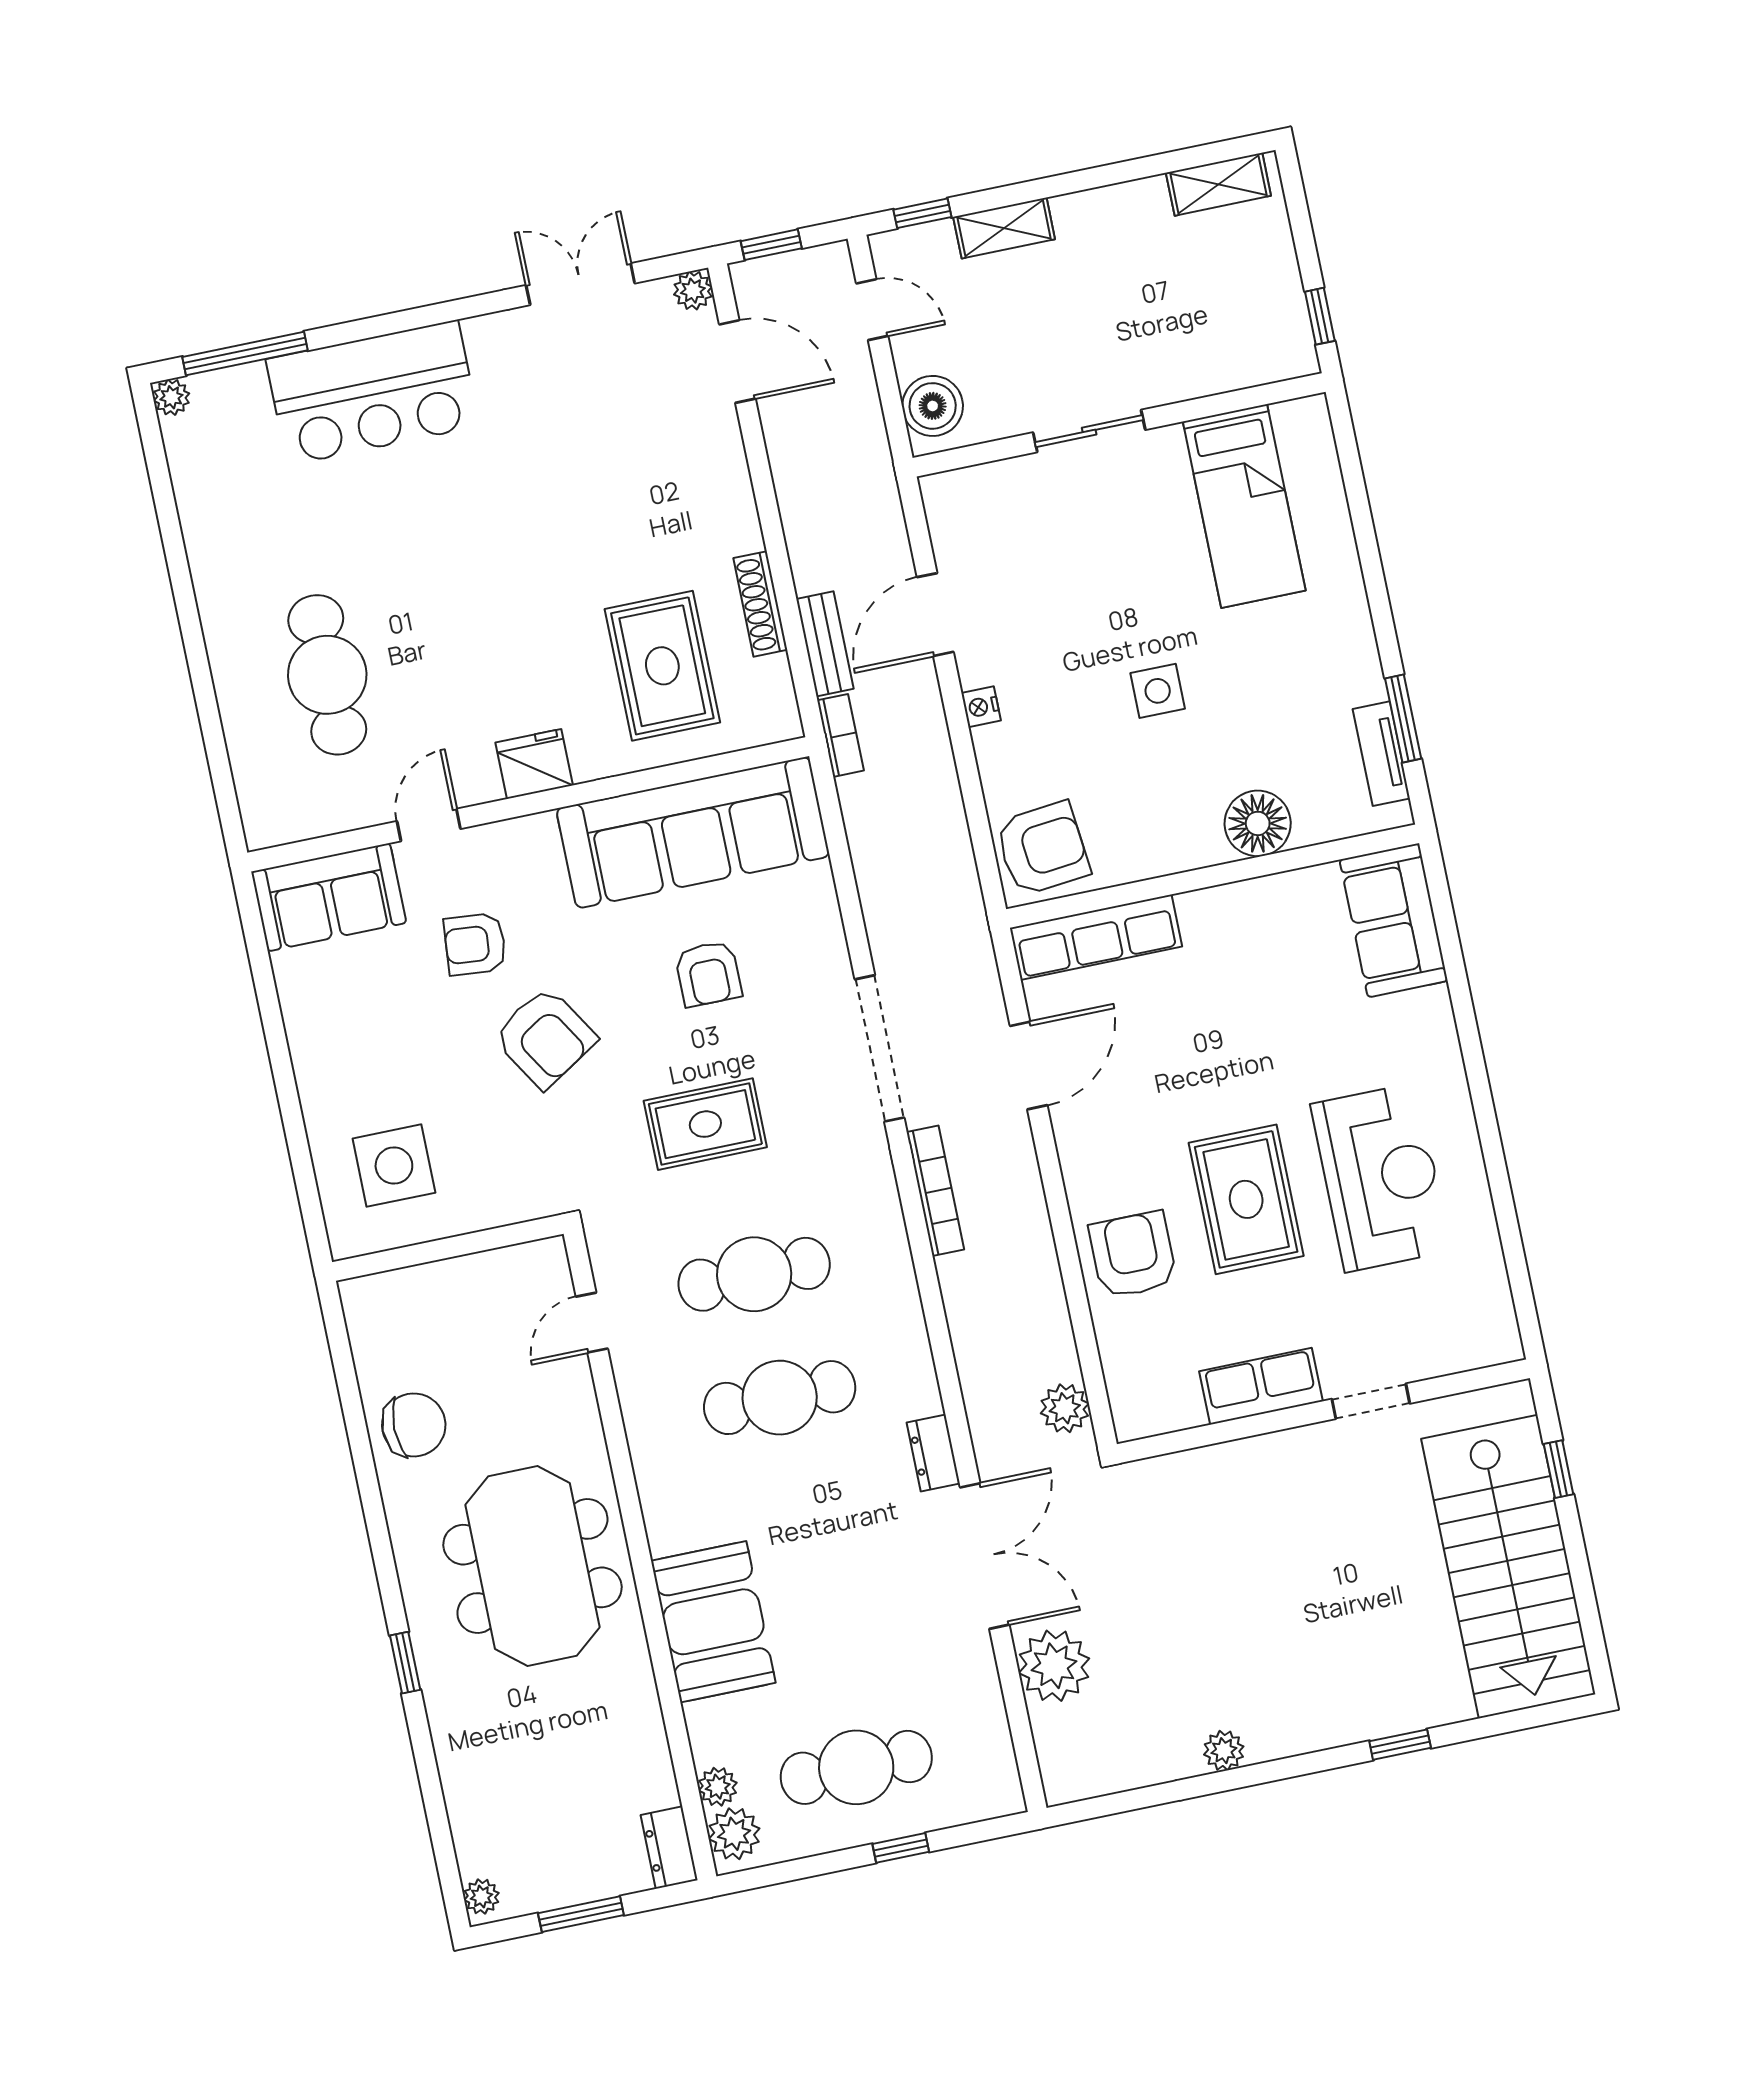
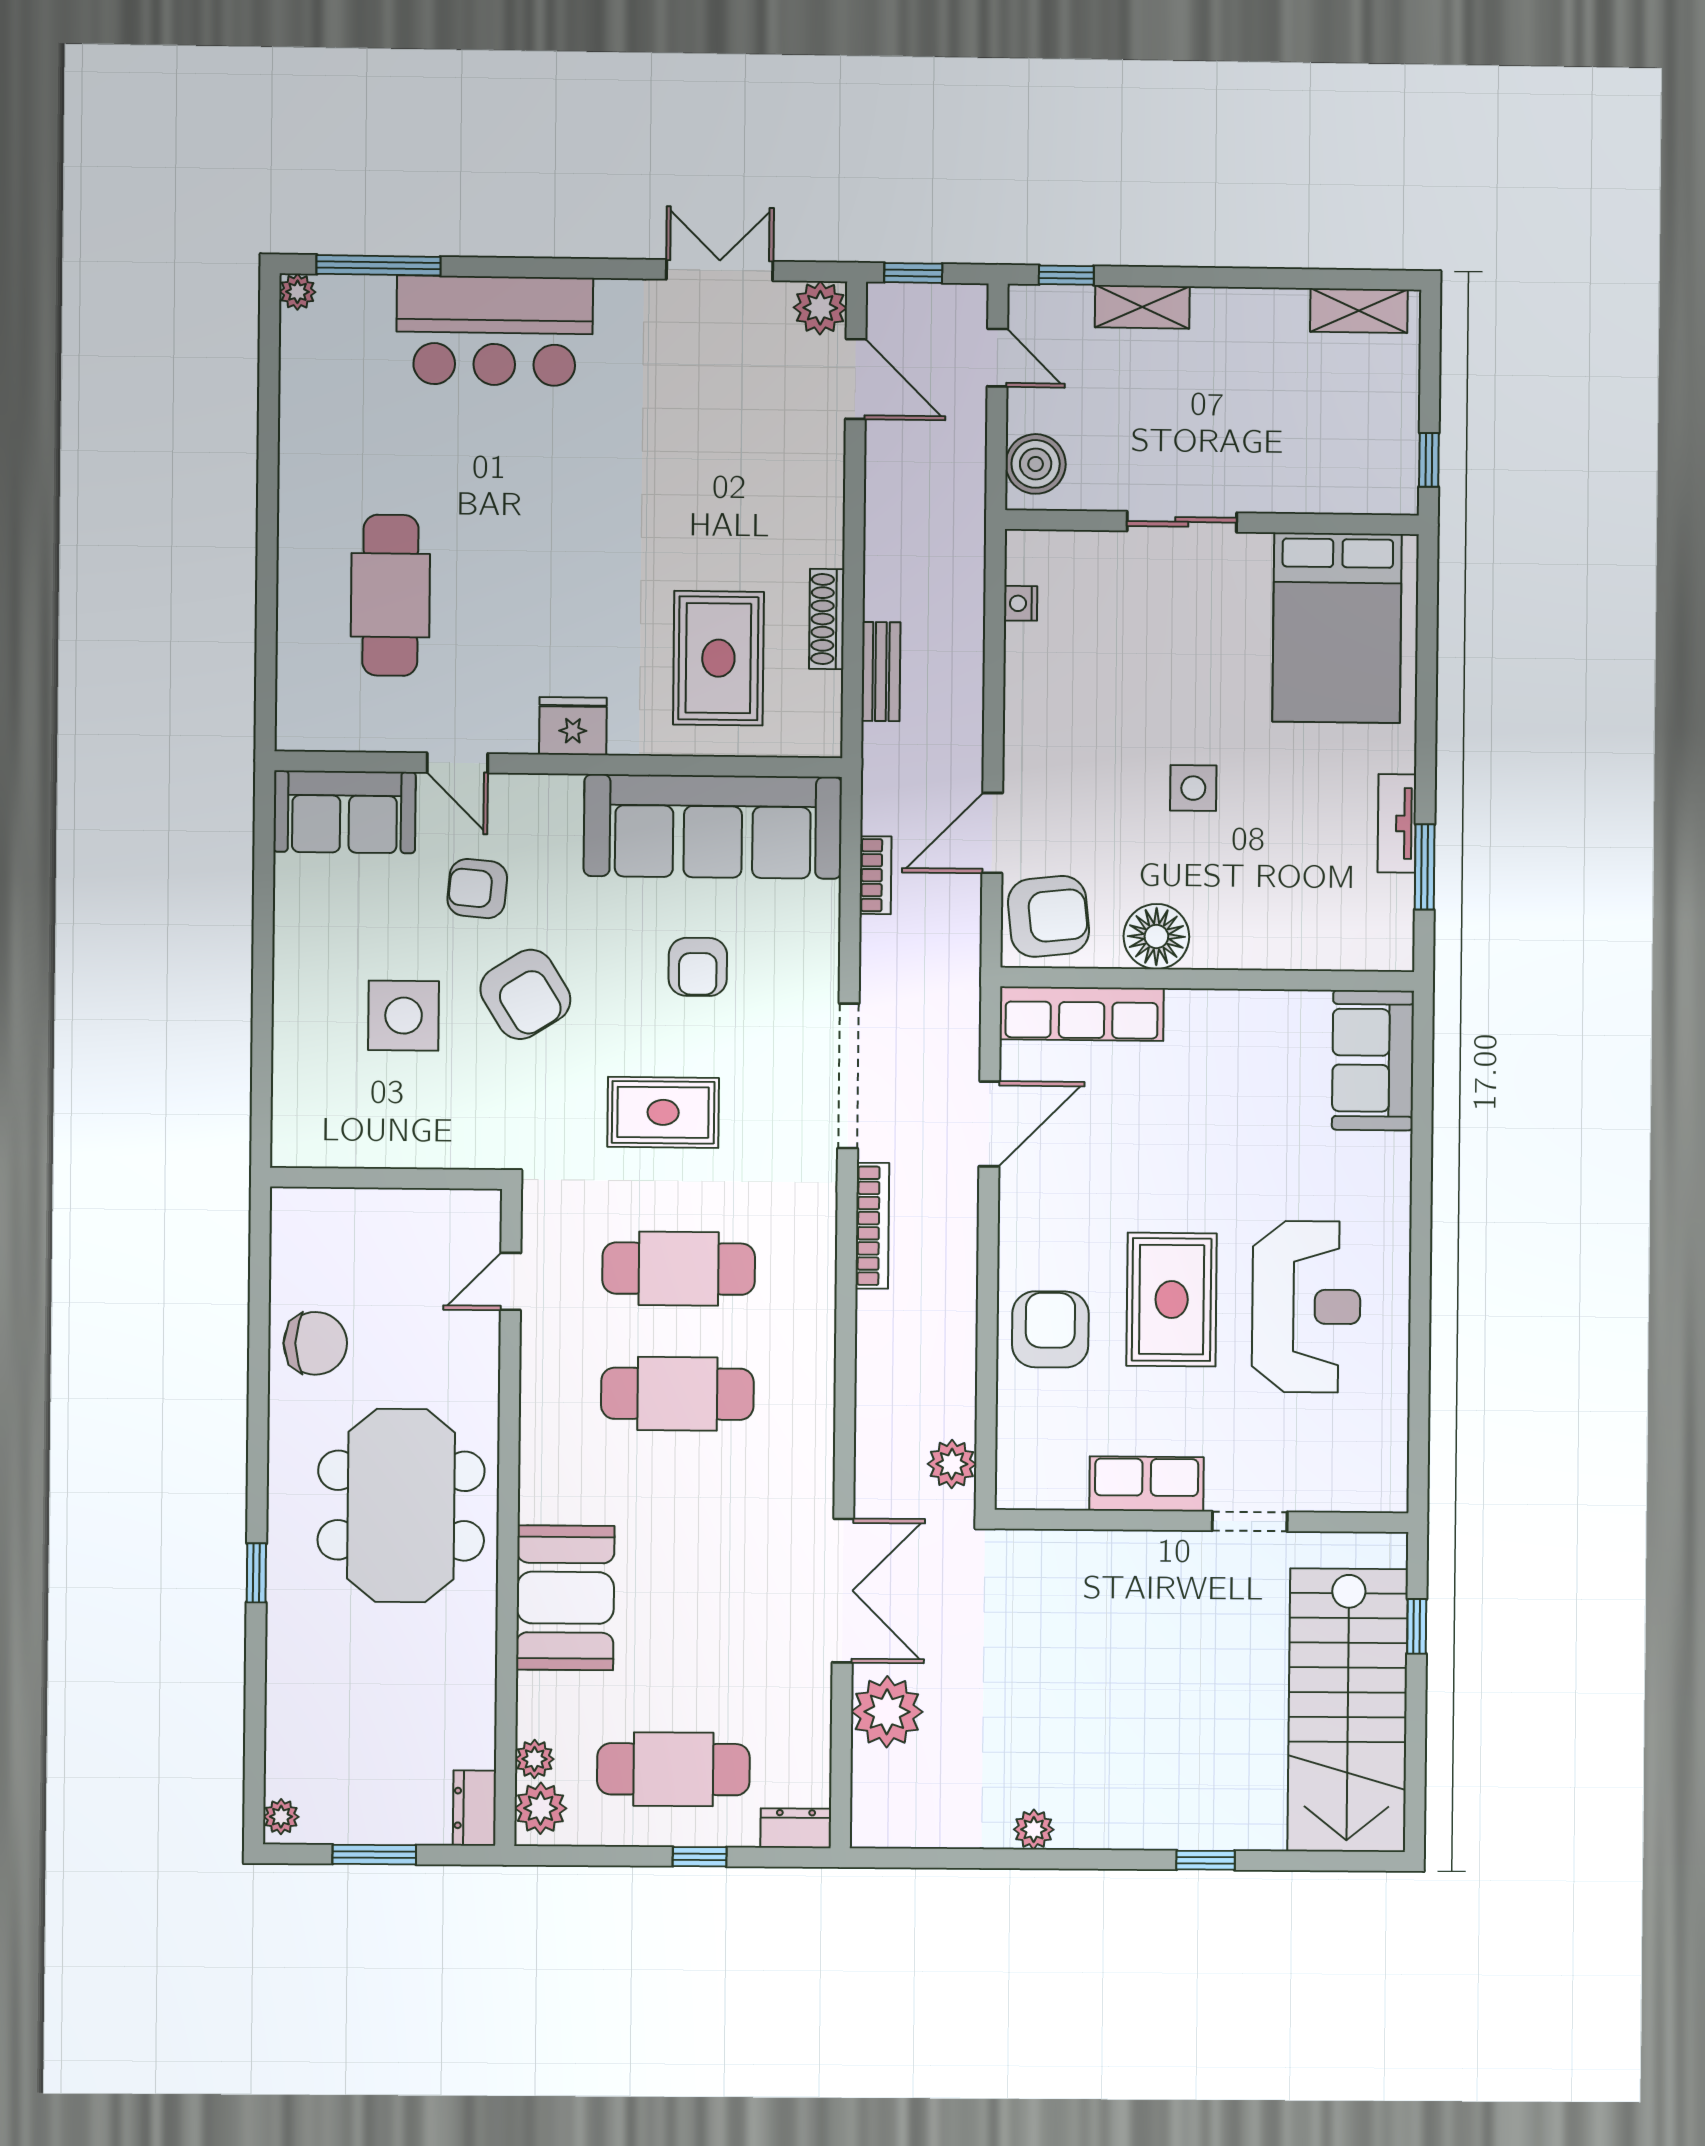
plant: (693, 291) -> (820, 308), width x1.38, depth x1.38
bed: (1244, 506) -> (1337, 628), width x1.50
door: (935, 615) -> (992, 833), moved
nightstand: (981, 707) -> (1021, 603), moved
bookcase: (840, 735) -> (875, 875), moved
tv unit: (1381, 754) -> (1397, 823), moved
floor lamp: (1258, 823) -> (1156, 936), moved
door: (429, 825) -> (457, 763), swing flipped
side table: (394, 1166) -> (404, 1016), moved
dresser: (933, 1453) -> (796, 1828), moved, turned 90

